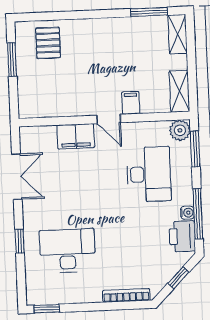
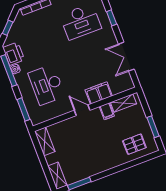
pallet: (48, 43) -> (134, 144), turned 90
filing cabinet: (131, 103) -> (107, 111), moved
shelving: (44, 109) -> (123, 103), added
plant: (180, 130) -> (37, 118), removed

